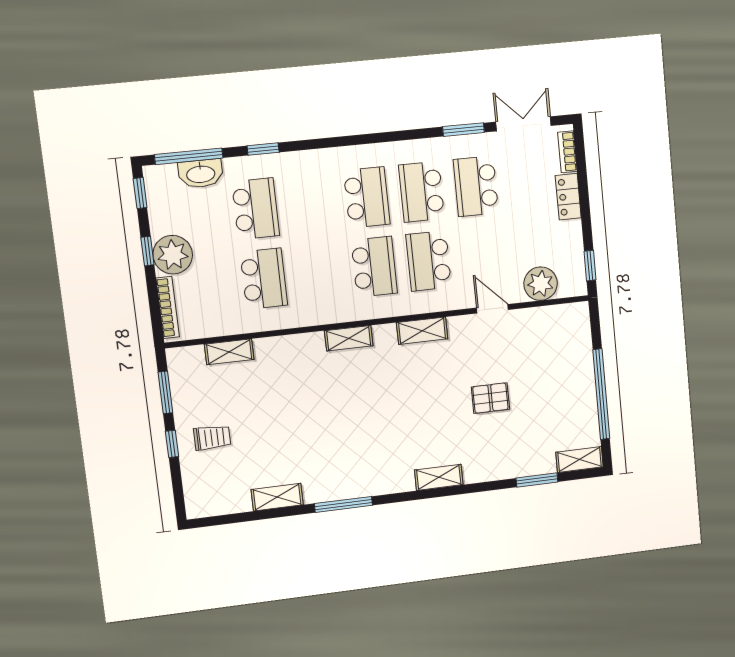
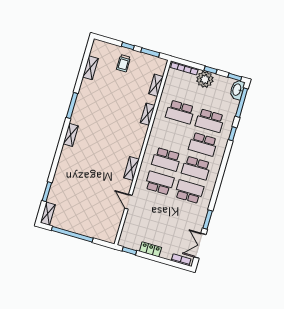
double door: (523, 124) -> (200, 246), swing flipped
washbasin: (201, 174) -> (237, 90), moved
school desk: (476, 186) -> (203, 144), moved, turned 180
locker: (568, 197) -> (150, 249), moved
plant: (541, 284) -> (130, 227), removed
door: (492, 309) -> (128, 202), swing flipped
shelving: (349, 338) -> (148, 114), moved
pallet: (490, 398) -> (91, 186), removed
shelving: (439, 477) -> (71, 135), moved
shelving: (277, 497) -> (90, 68), moved

